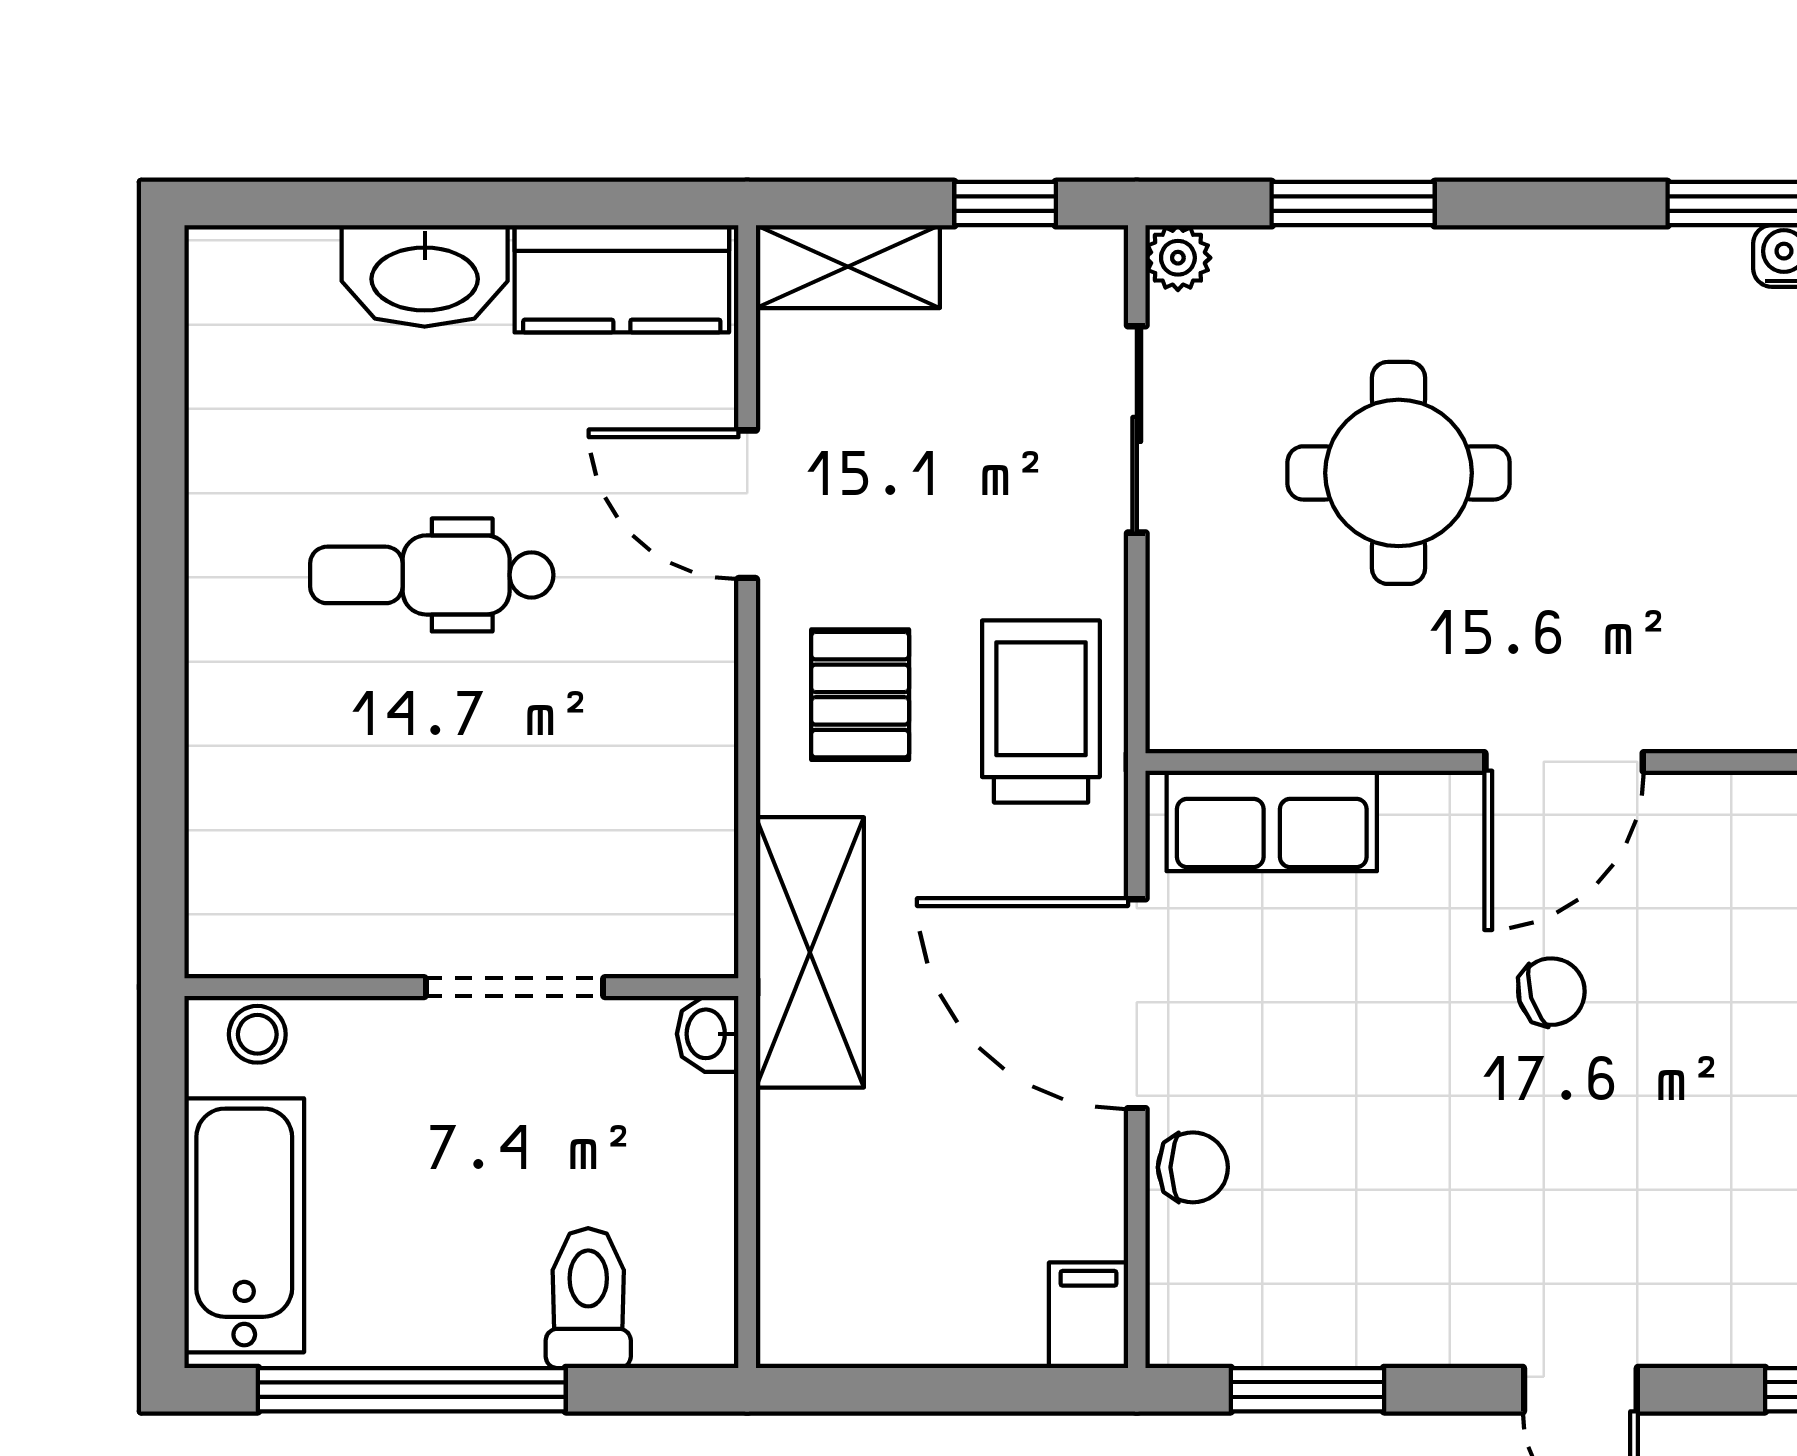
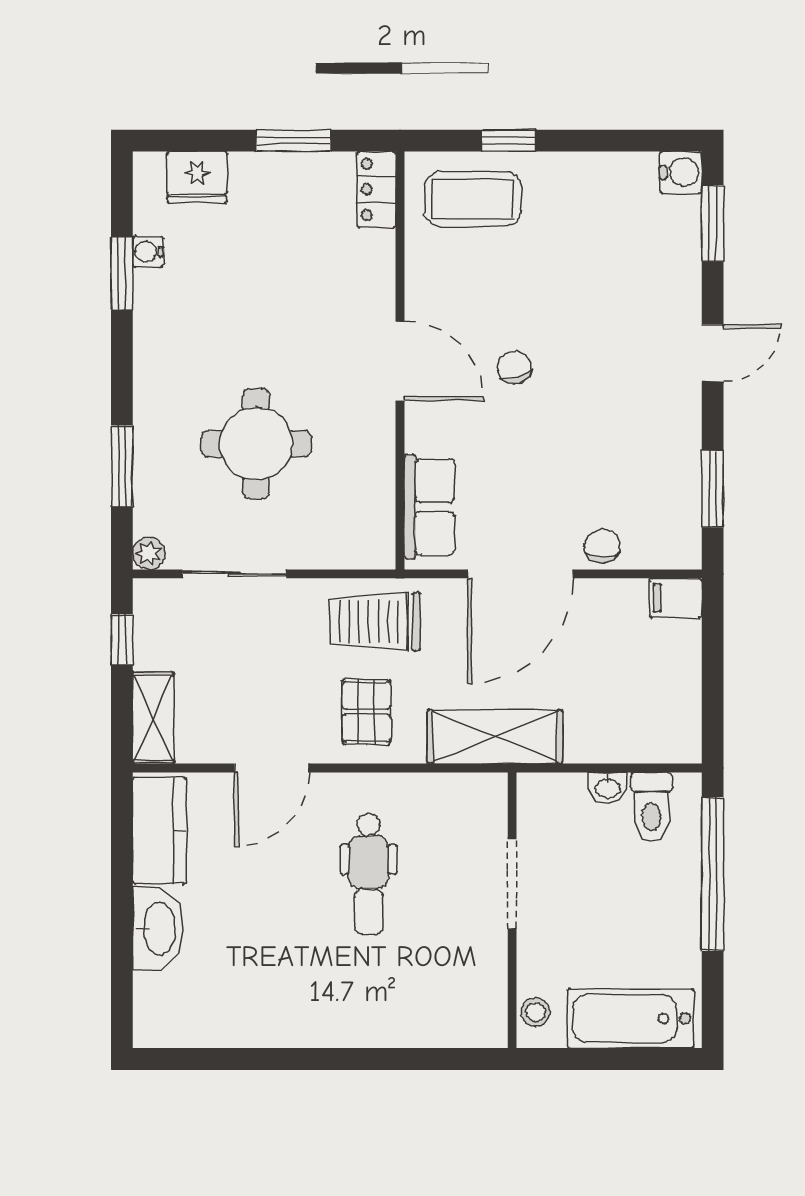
dental chair: (432, 575) -> (369, 874), moved
pallet: (860, 695) -> (366, 712), turned 90
washbasin: (708, 1034) -> (608, 788), moved
toilet: (588, 1298) -> (651, 807), moved, turned -90
window: (412, 1390) -> (713, 874), moved

